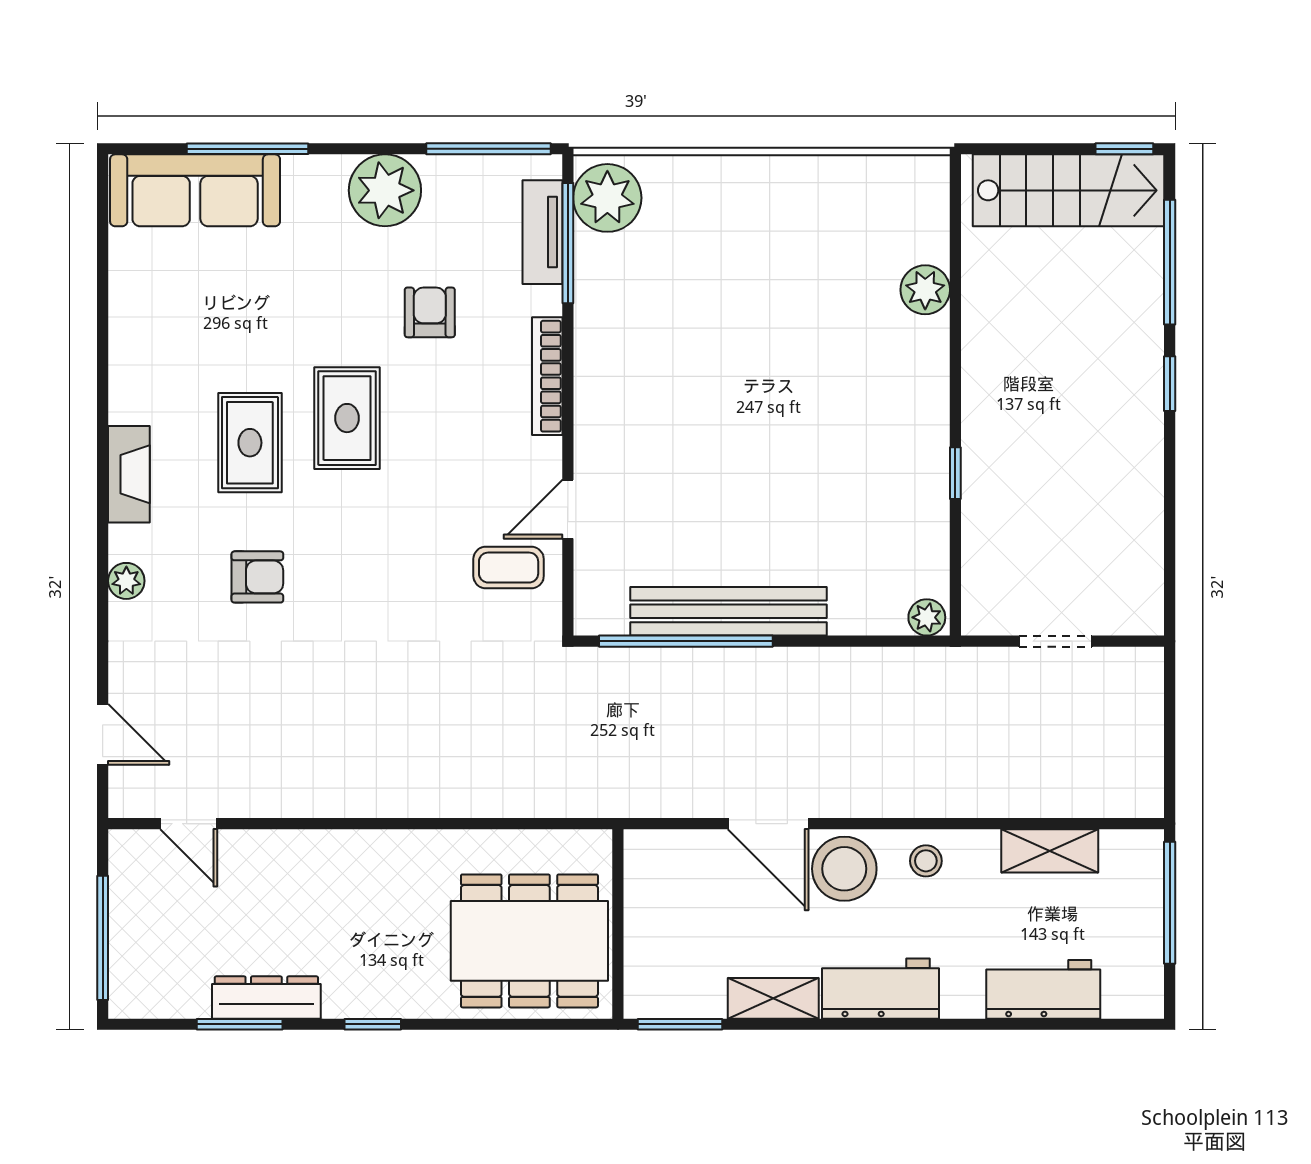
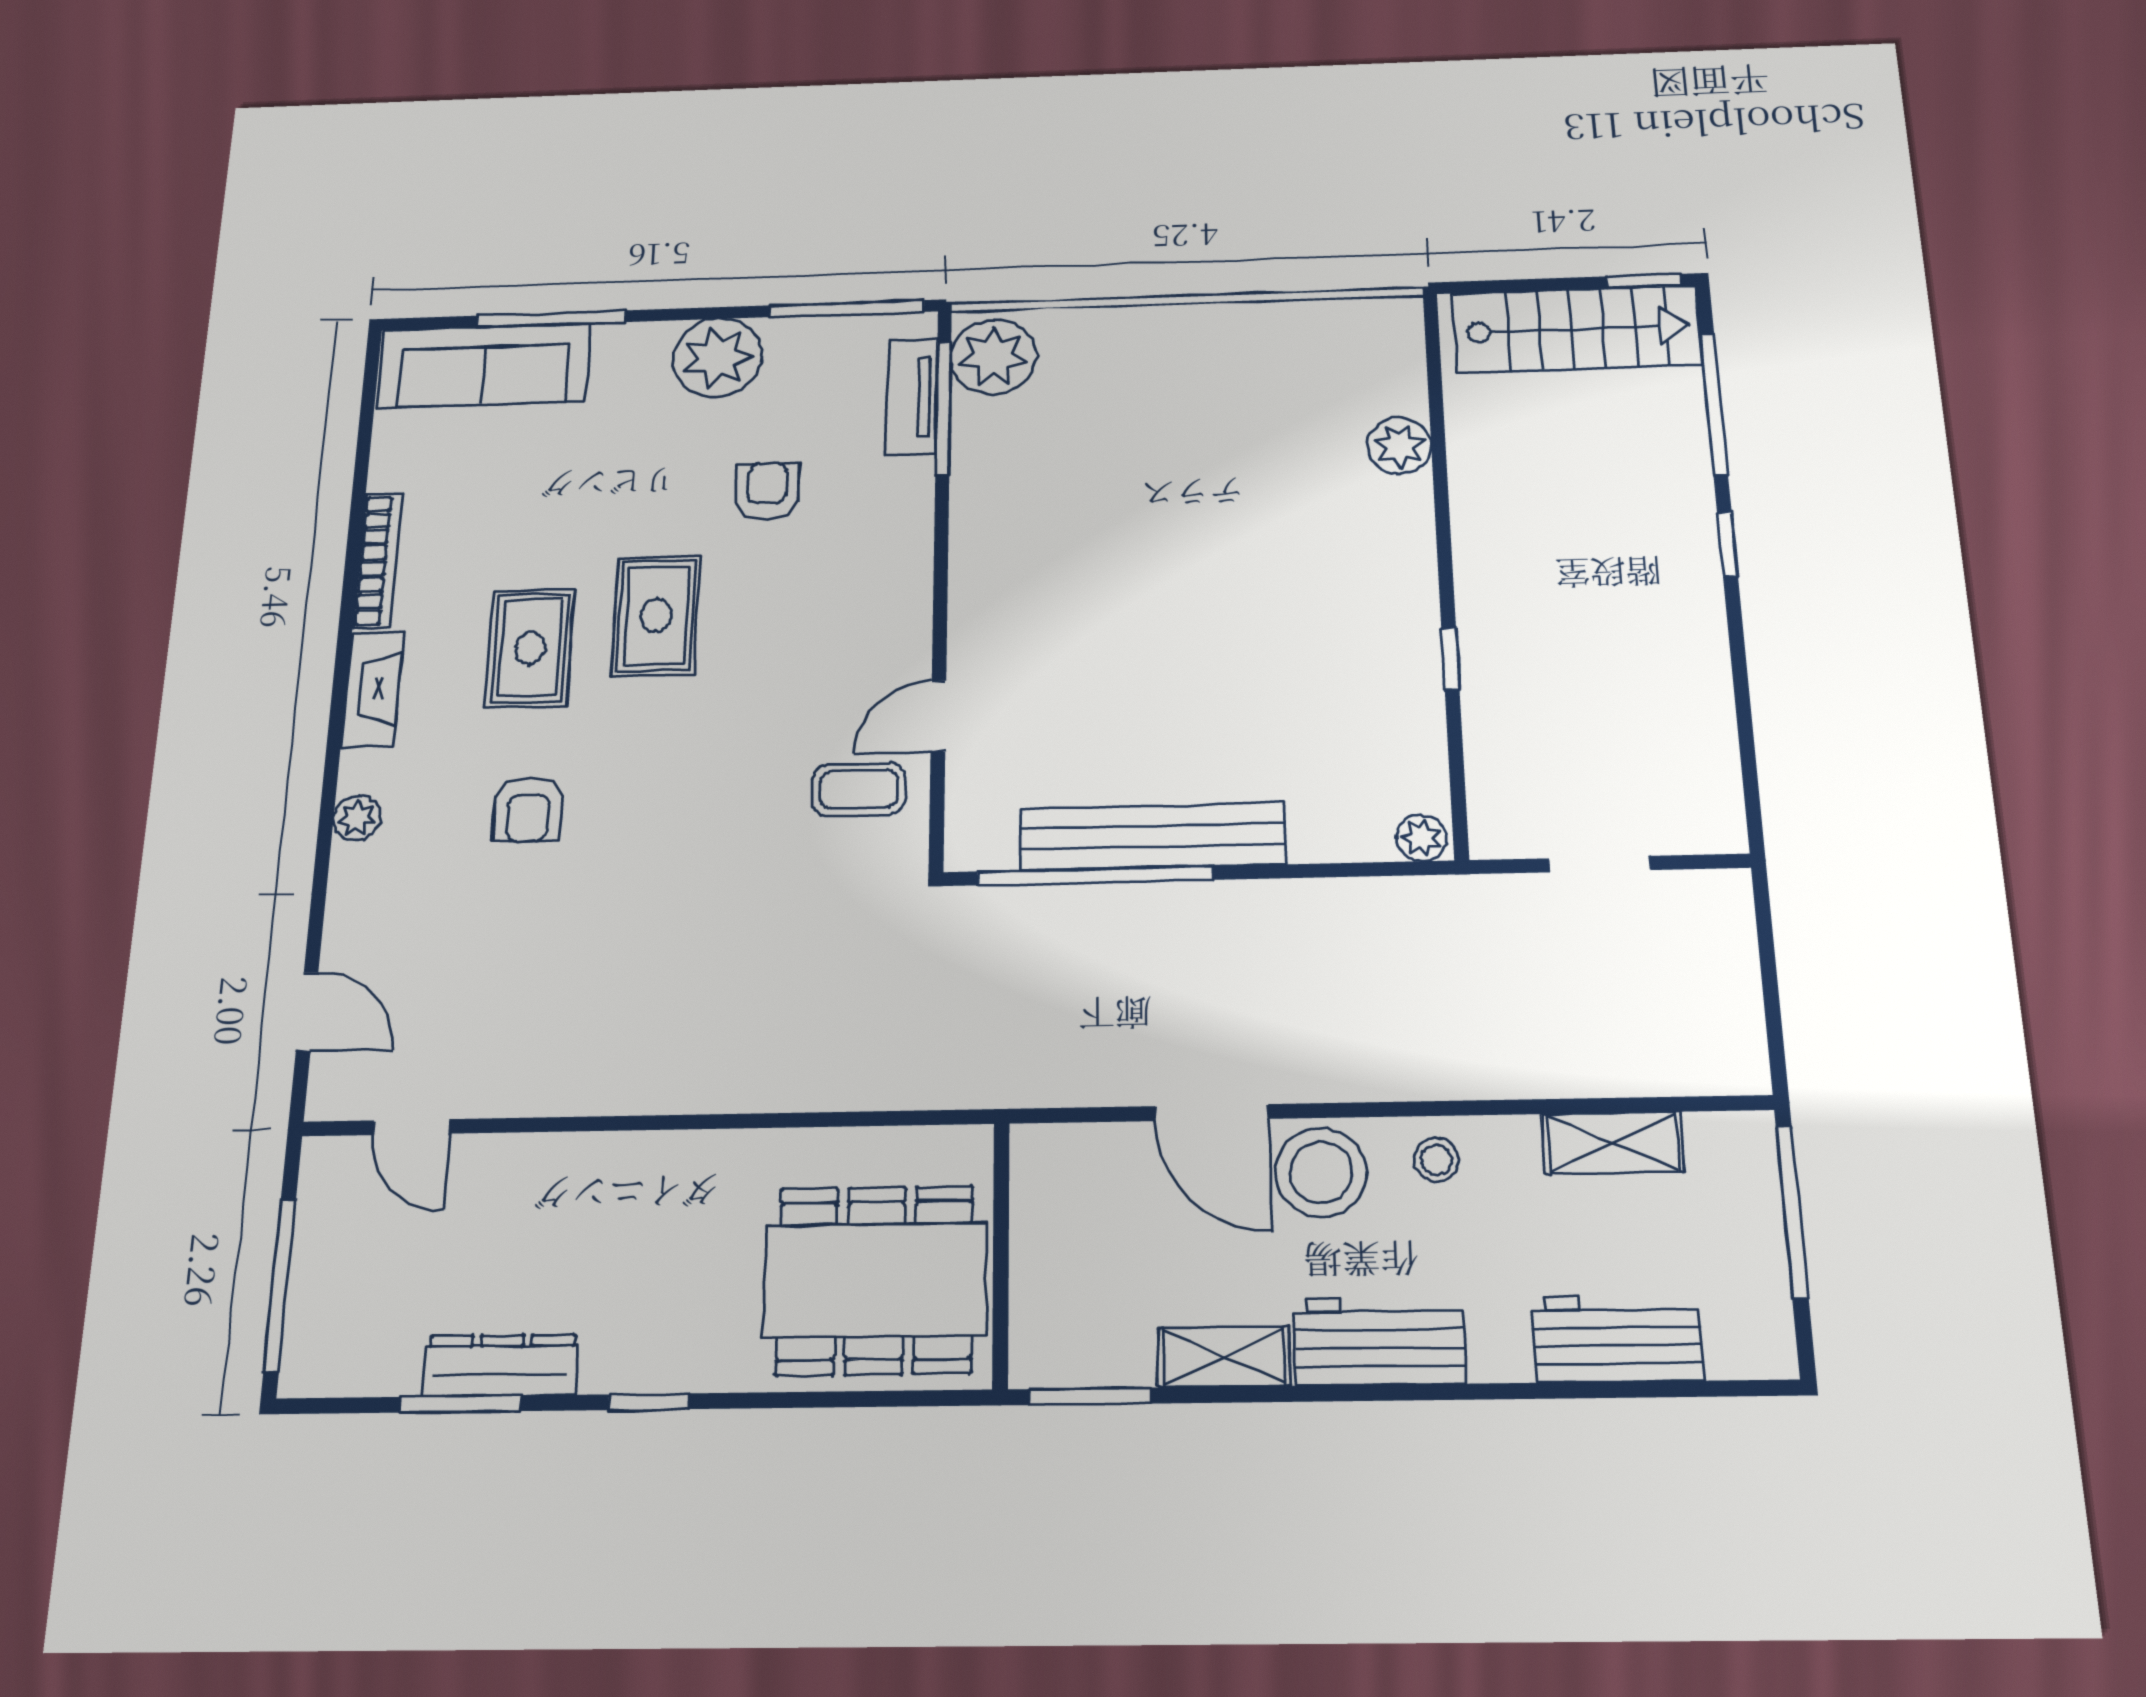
bookcase: (547, 376) -> (378, 561), moved, turned 180
armchair: (257, 577) -> (528, 809), turned 90

